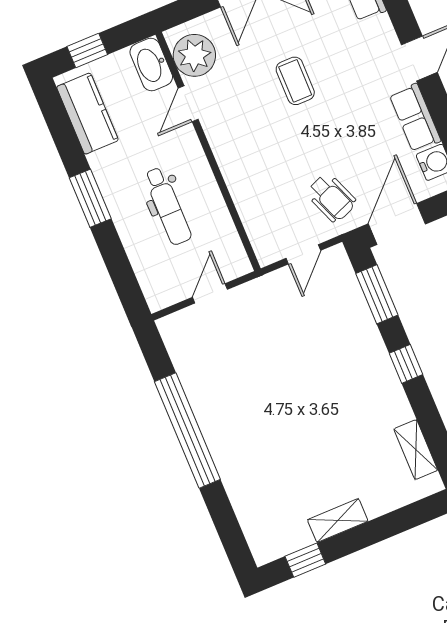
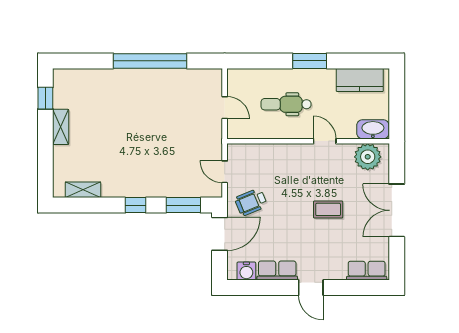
window: (87, 51) -> (397, 95), removed
door: (188, 104) -> (325, 141), moved
door: (397, 224) -> (220, 234), hinge flipped

